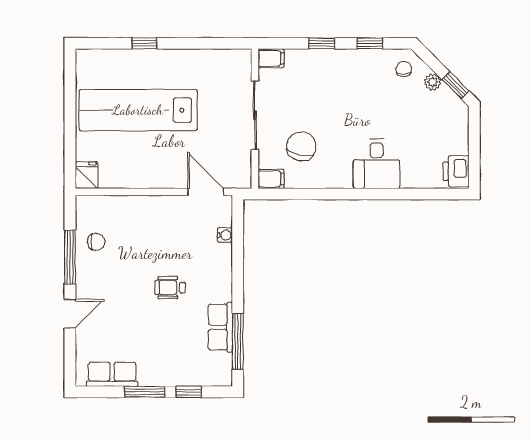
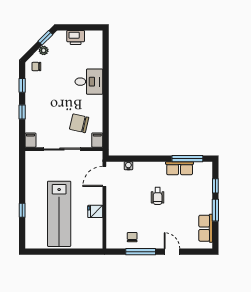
printer: (456, 171) -> (76, 38), moved
fridge: (87, 175) -> (95, 211), moved

